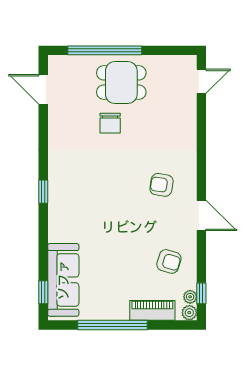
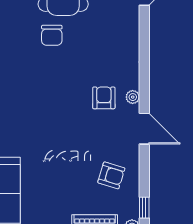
armchair: (162, 185) -> (104, 98), turned 81
plant: (190, 297) -> (133, 97), moved

